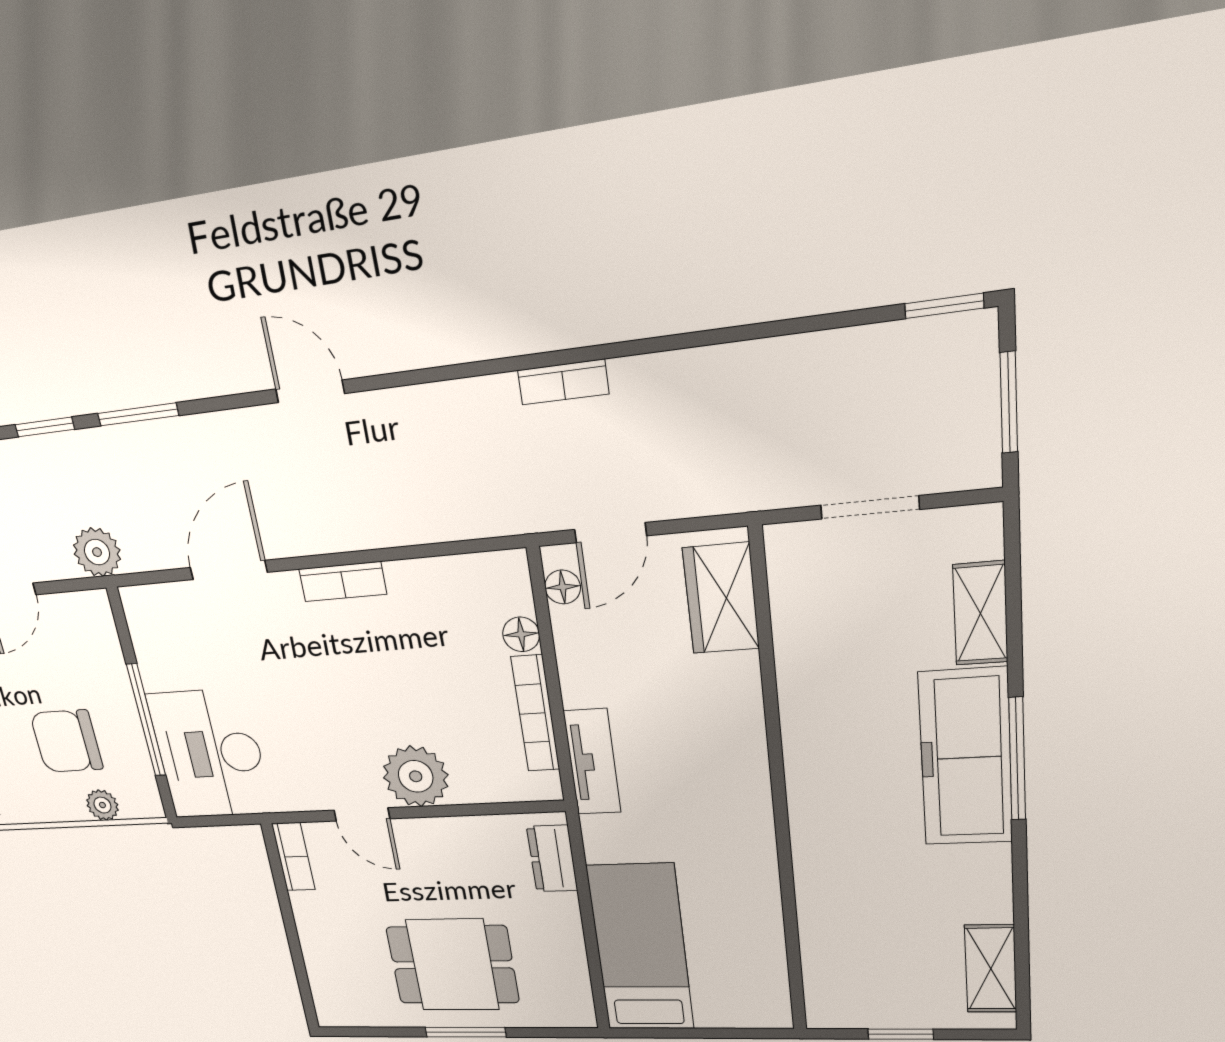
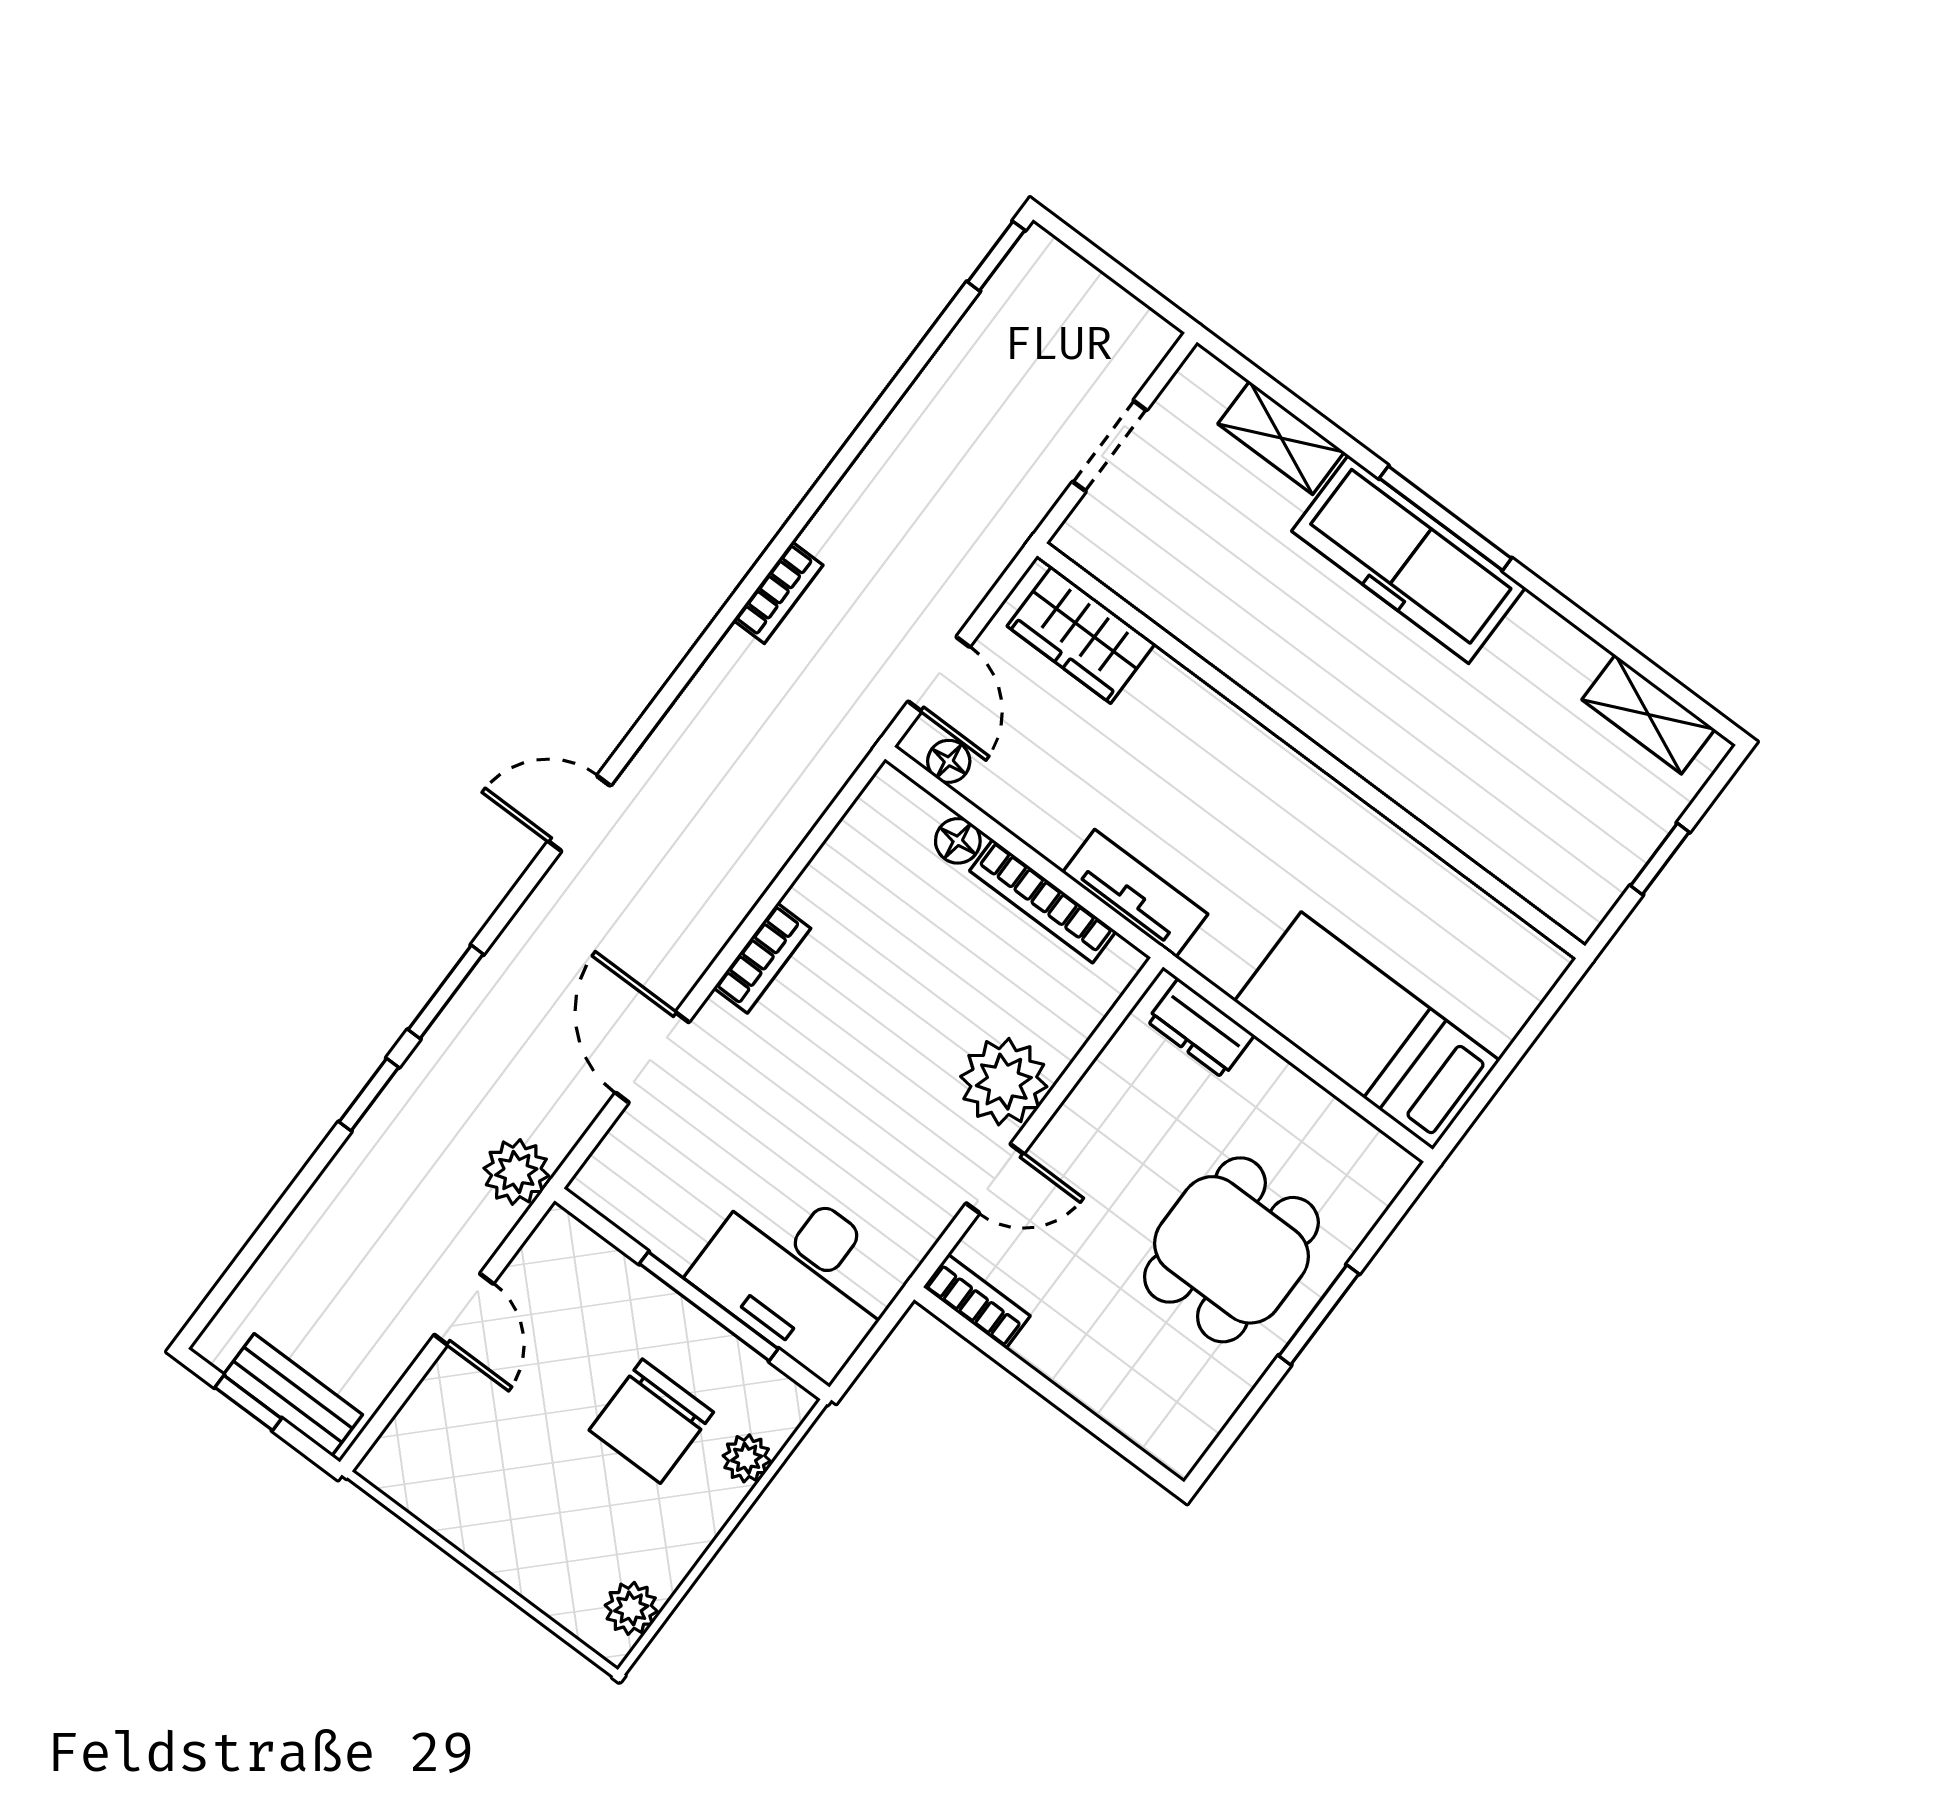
window: (1009, 403) -> (1117, 273), removed

